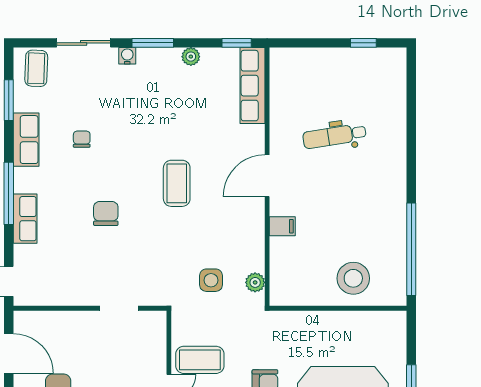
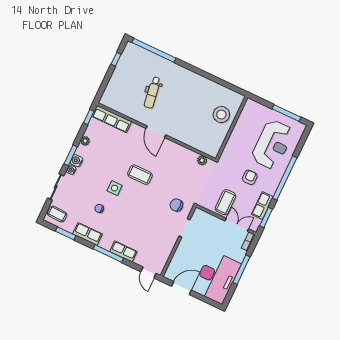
water cooler: (148, 58) -> (77, 161), added
chair: (106, 214) -> (176, 205), moved
filing cabinet: (282, 226) -> (182, 136), removed
window: (411, 249) -> (154, 50), moved
side table: (211, 280) -> (115, 188), moved

